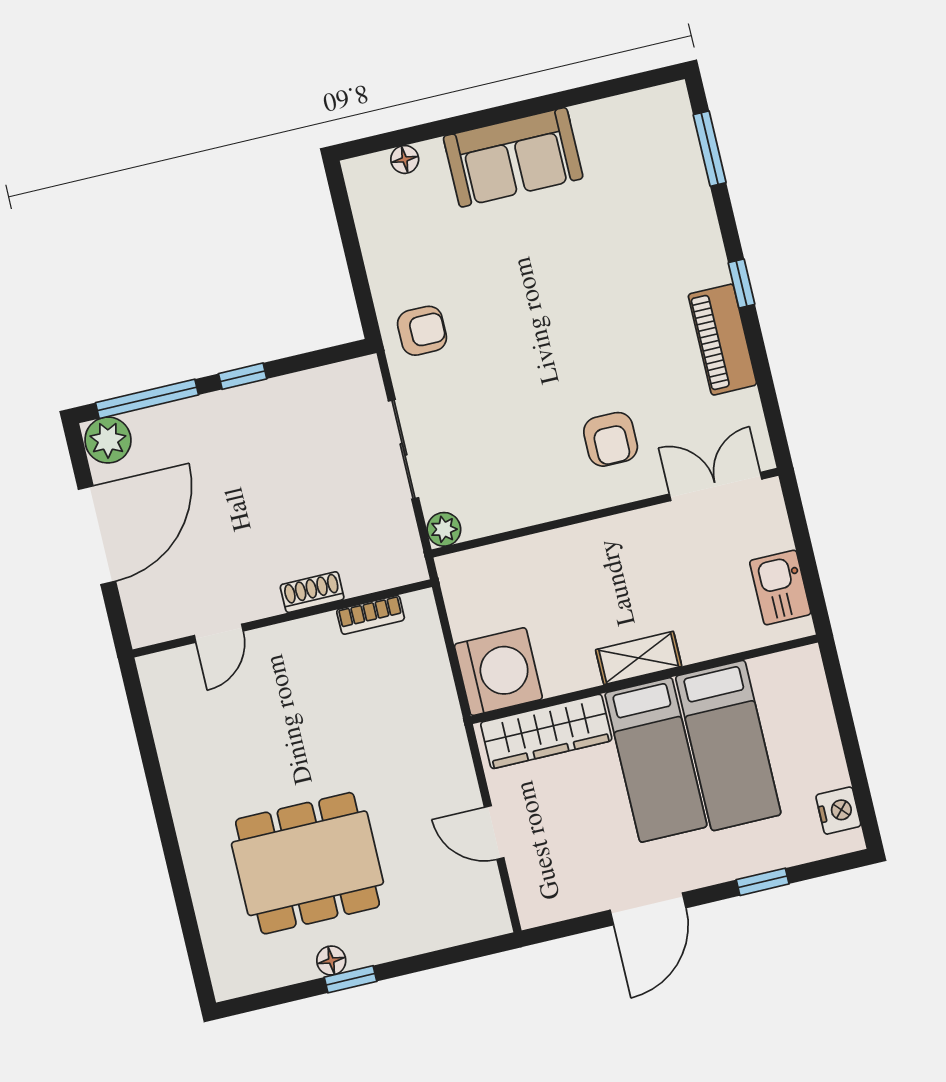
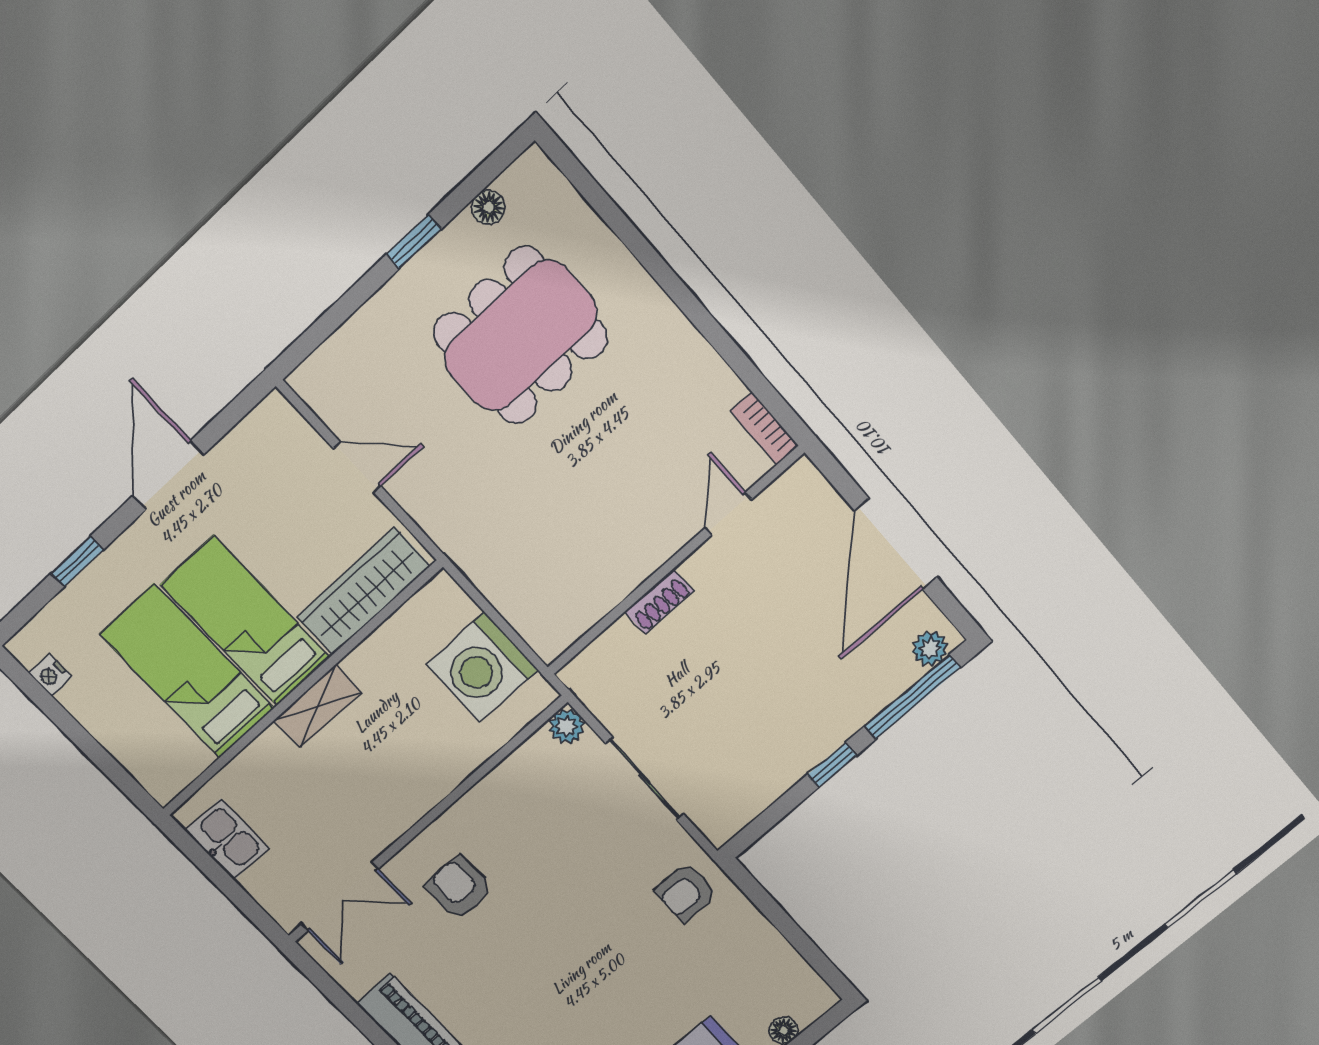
plant: (108, 440) -> (930, 648), width x0.73, depth x0.73
bookcase: (371, 615) -> (765, 428), moved, turned -90
washing machine: (498, 672) -> (482, 667), moved
nightstand: (838, 811) -> (50, 675), width x0.72, depth x0.74
floor lamp: (331, 961) -> (489, 207), moved

